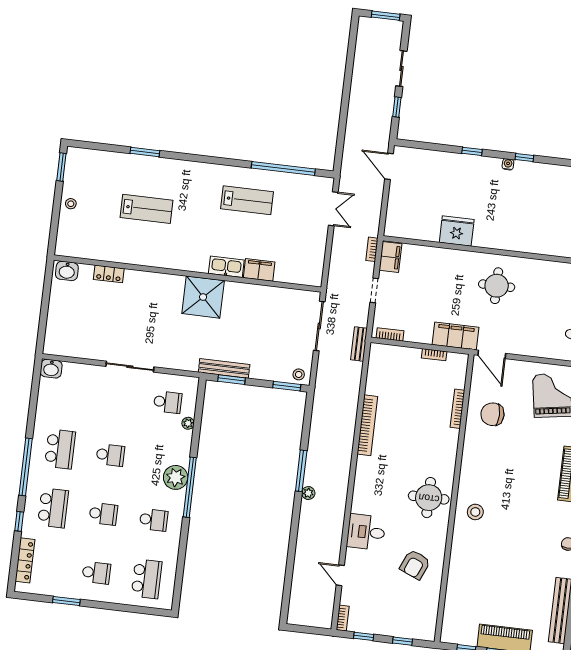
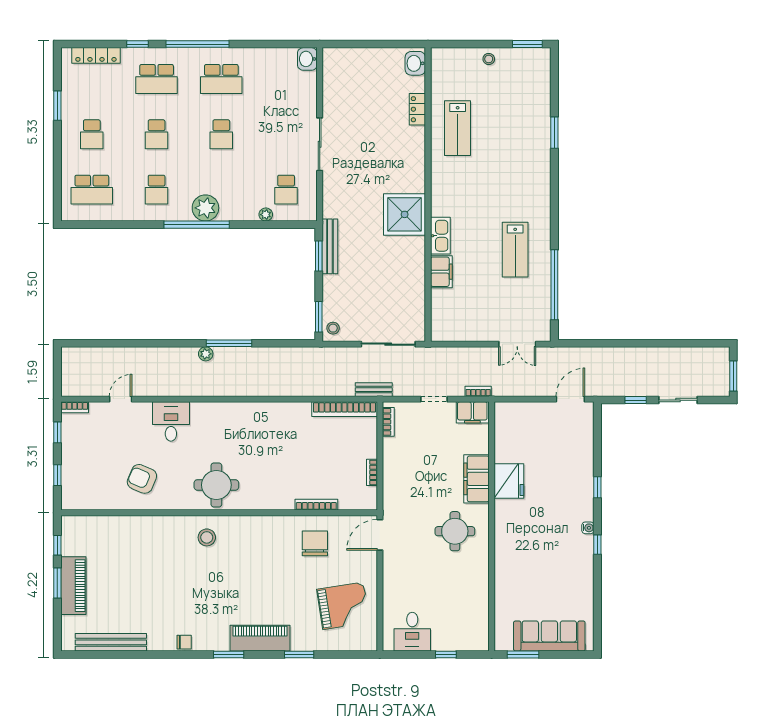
lab bench: (147, 209) -> (458, 128), moved
filing cabinet: (456, 336) -> (476, 479), moved, turned 180
bookcase: (367, 425) -> (345, 409), moved

